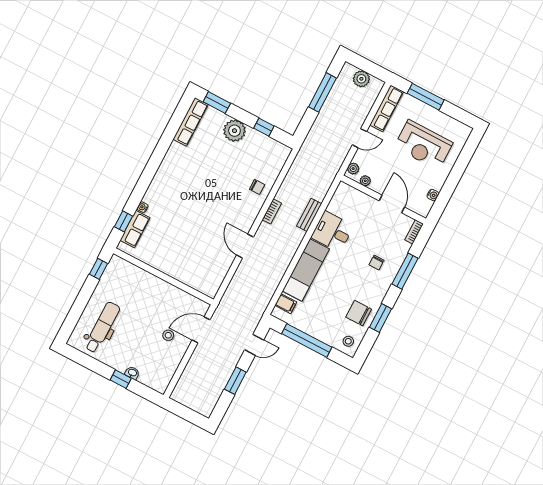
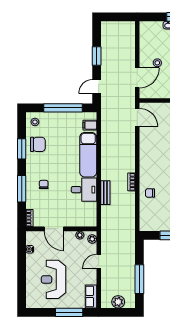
row of seats: (387, 108) -> (91, 296), width x0.68
reception desk: (423, 145) -> (54, 279), turned -90
door: (245, 246) -> (137, 117), moved

